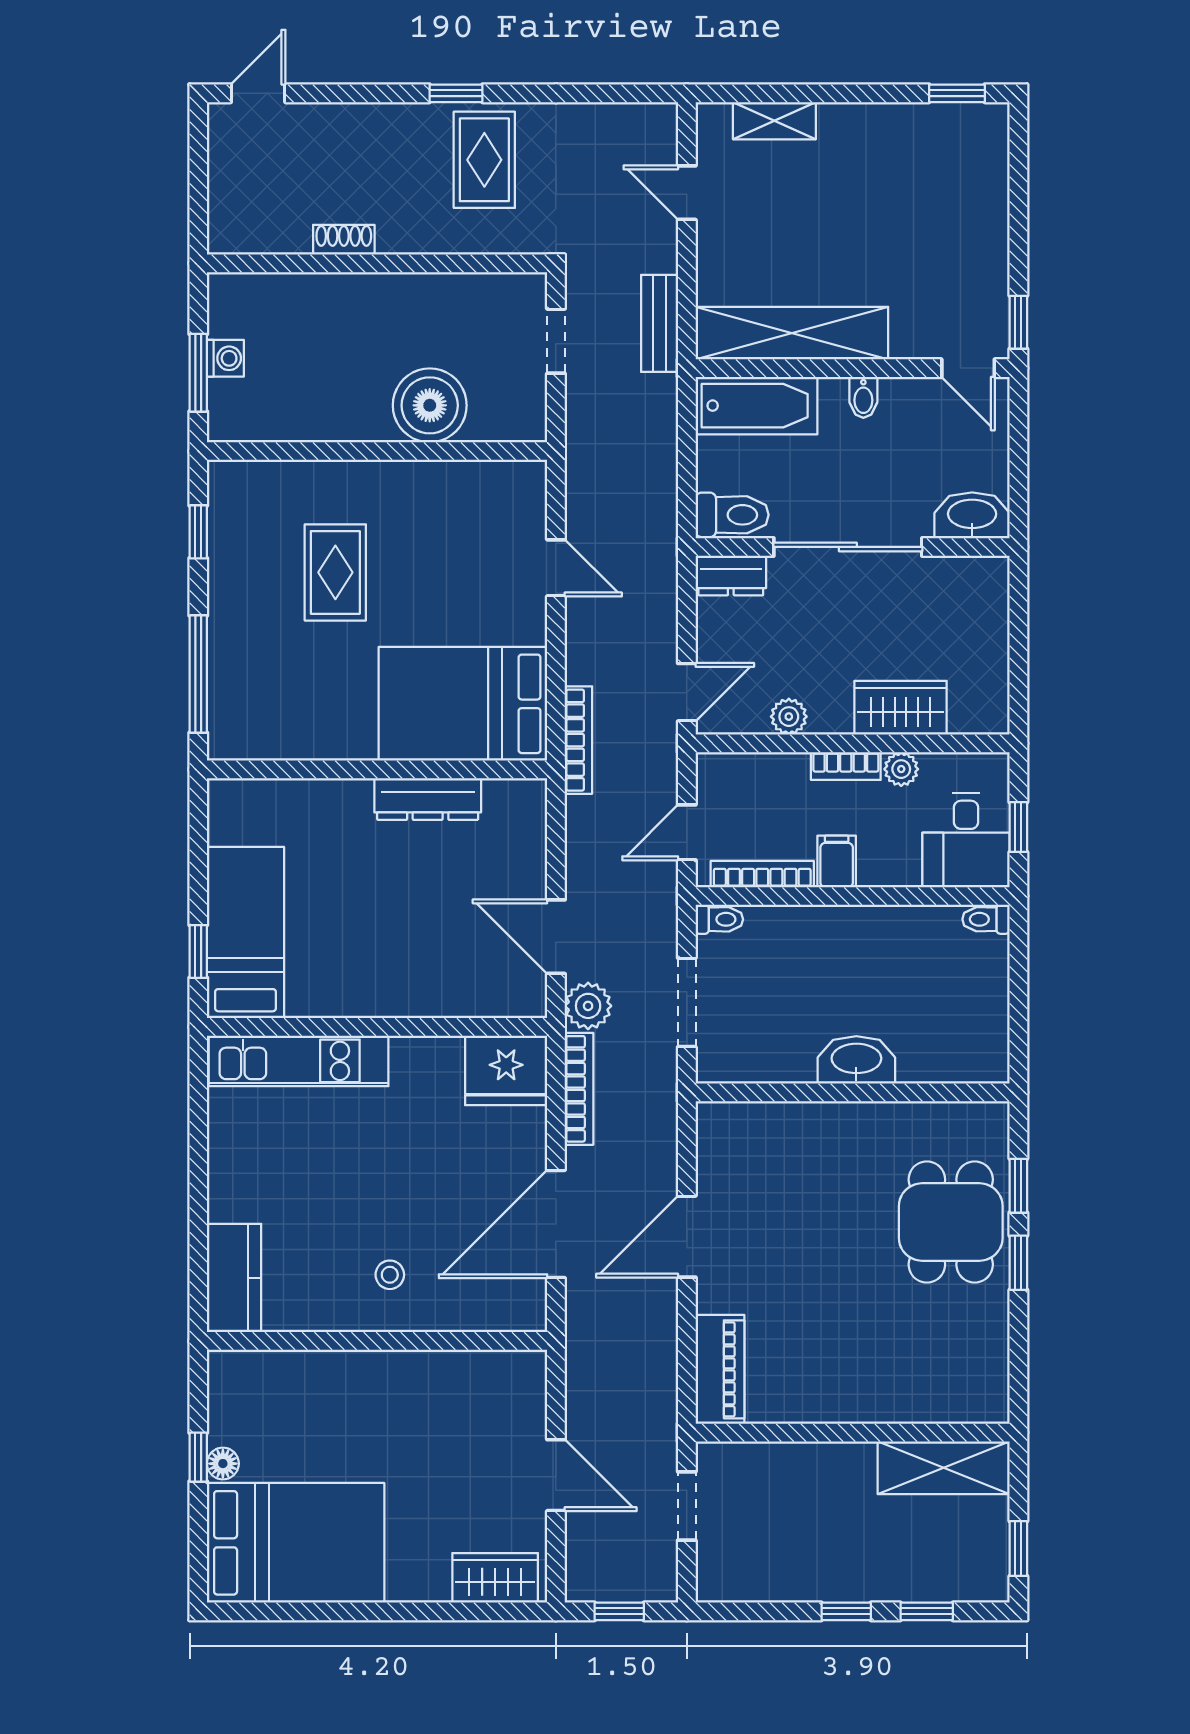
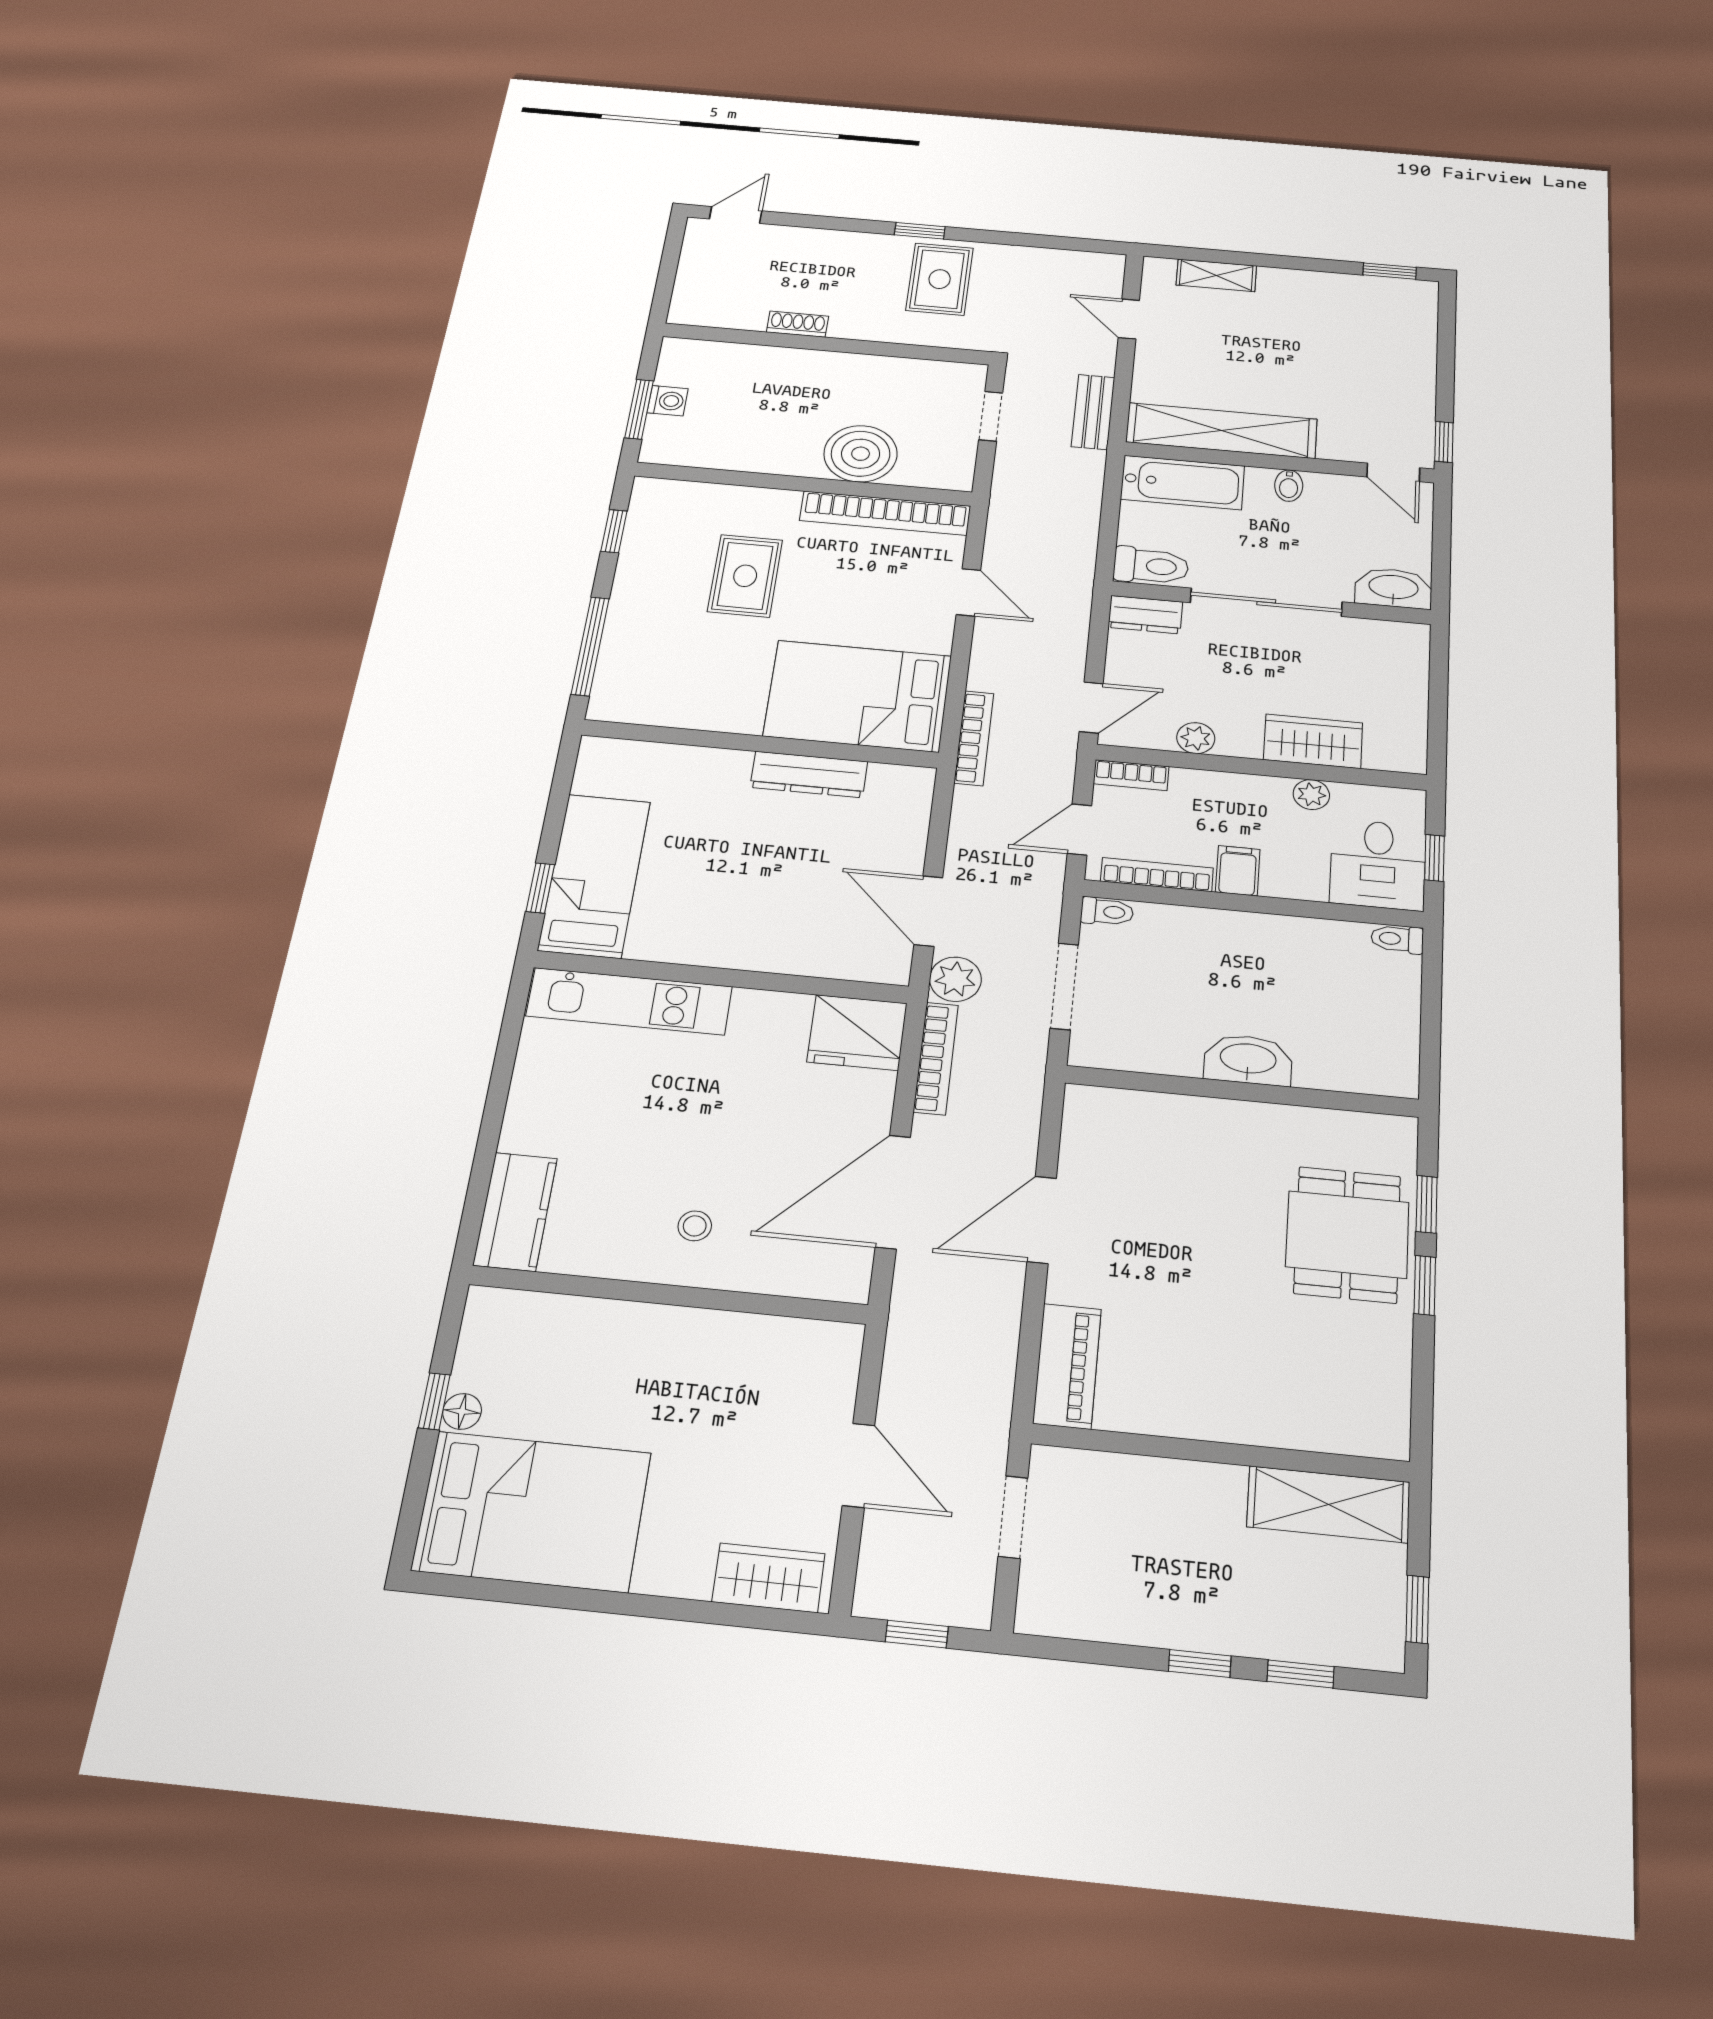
bookcase: (463, 479) -> (885, 513), added
bookcase: (846, 766) -> (1131, 775), moved

